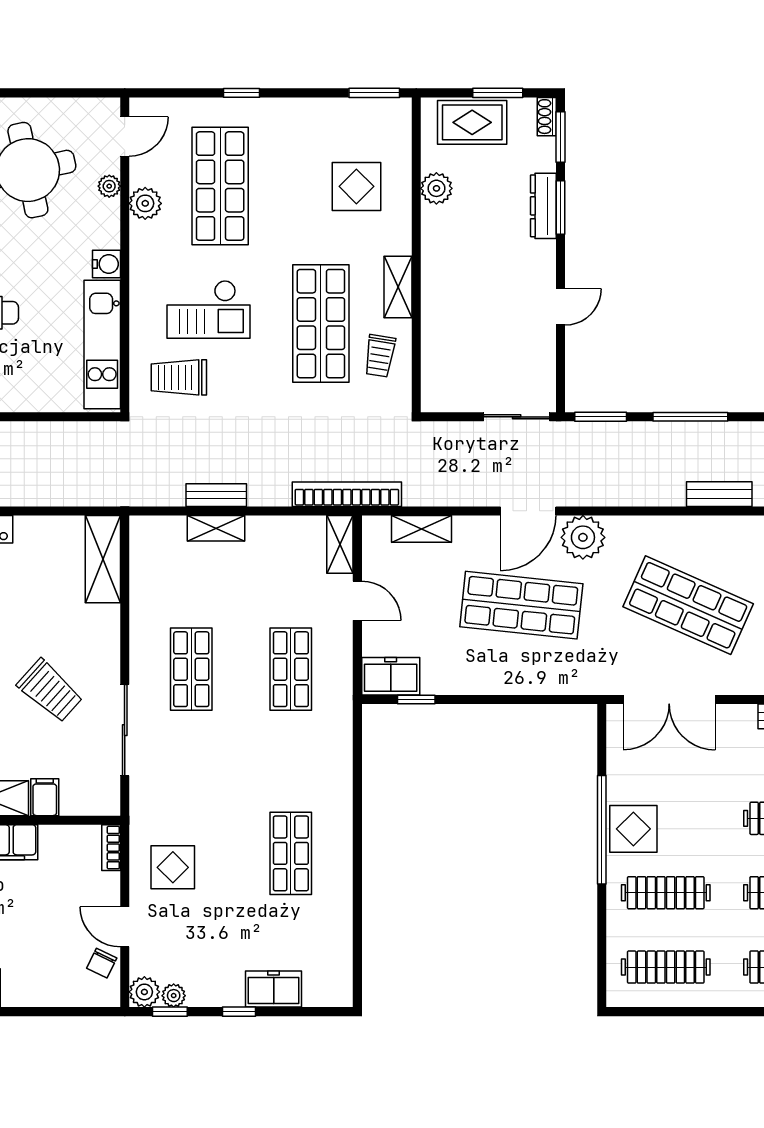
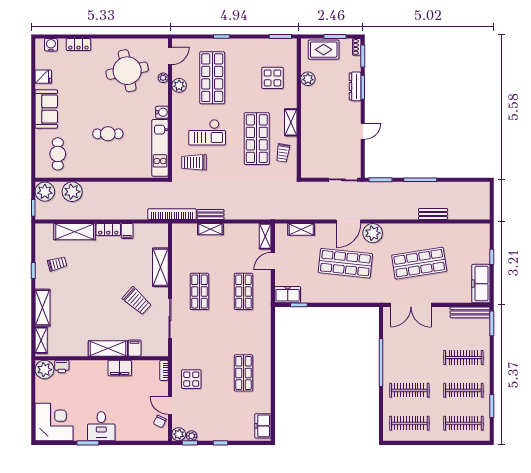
bookcase: (347, 494) -> (172, 214), moved
filing cabinet: (28, 533) -> (127, 231), added
shelving: (103, 559) -> (160, 267), moved
door: (357, 601) -> (273, 261), swing flipped
shop shelf: (688, 605) -> (419, 263), turned -33
display table: (633, 829) -> (395, 362), removed
freezer: (274, 989) -> (263, 426), moved, turned -90

